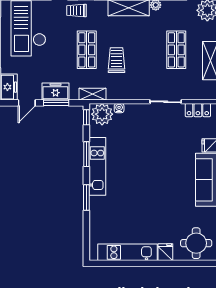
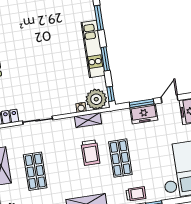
shelving: (92, 94) -> (88, 120), moved

